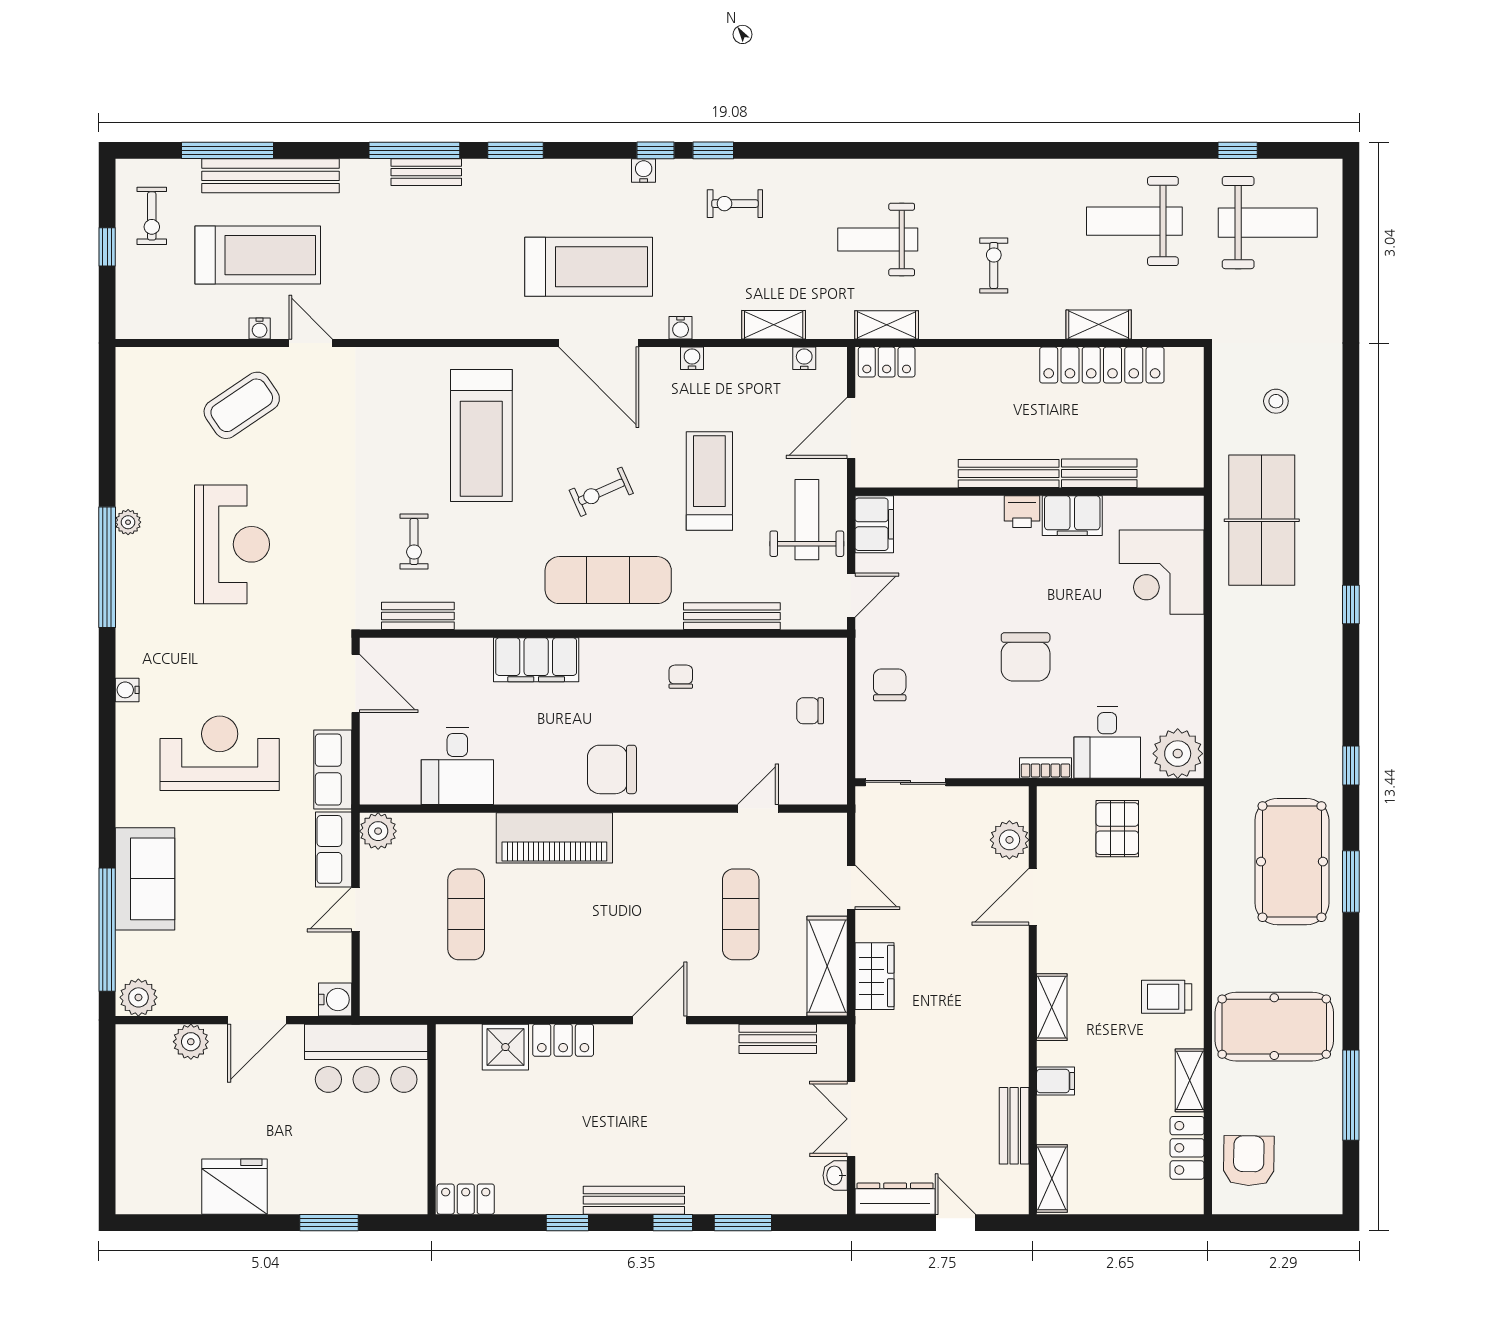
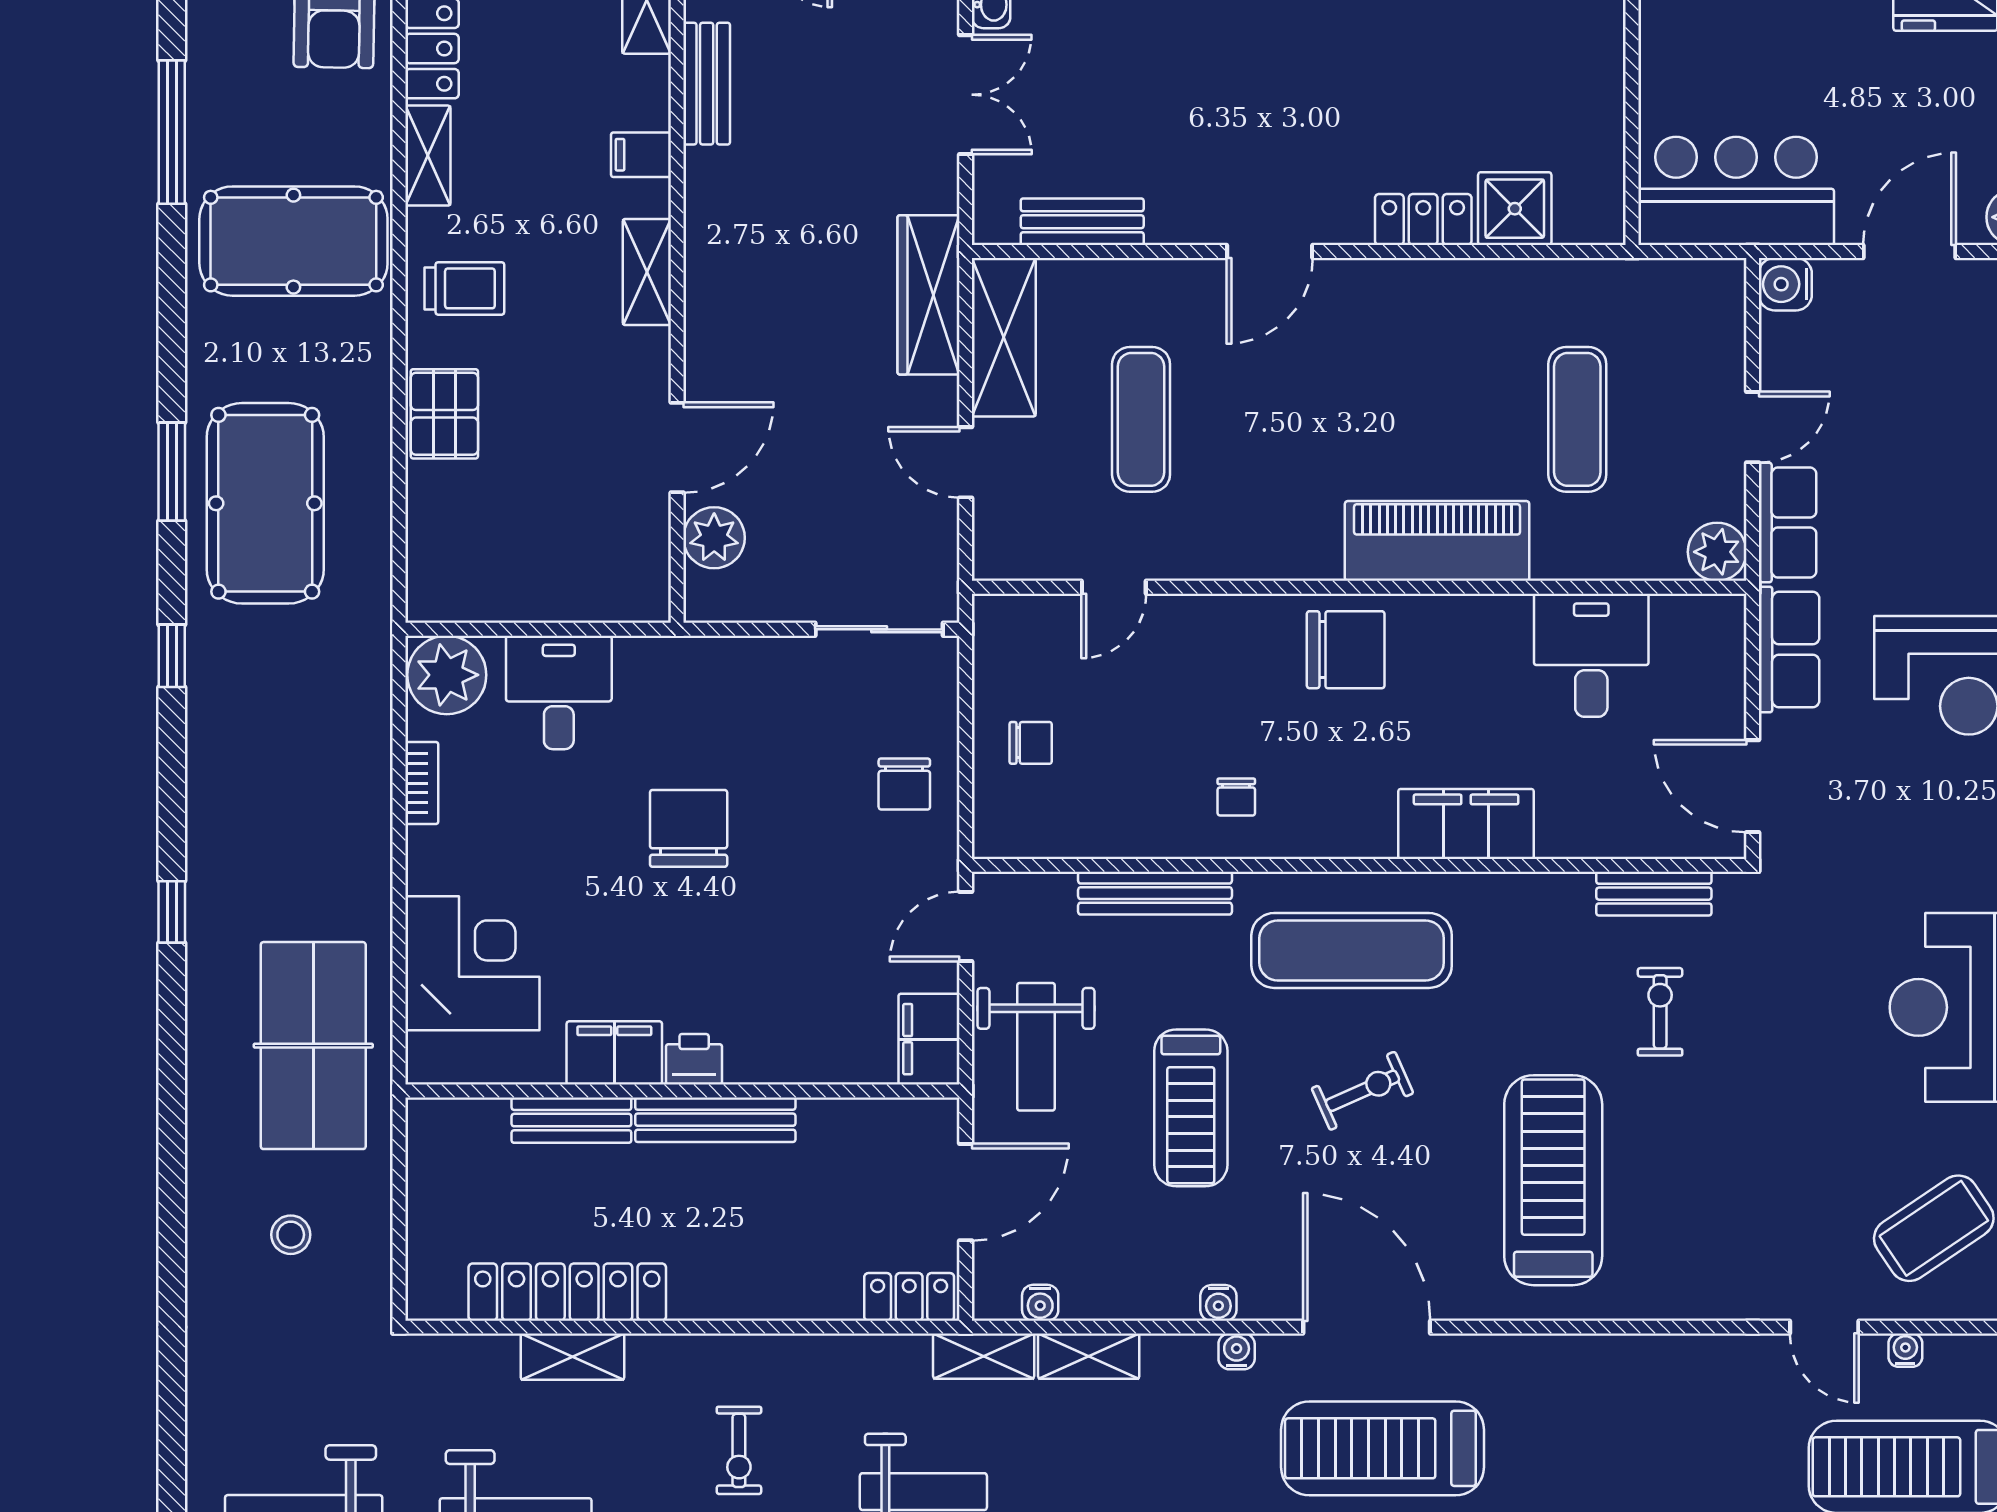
shelving: (887, 325) -> (984, 1356), moved
bookcase: (1045, 768) -> (422, 783), moved, turned -90
pallet: (1117, 829) -> (444, 414), moved
wardrobe: (874, 976) -> (928, 295), width x1.50

